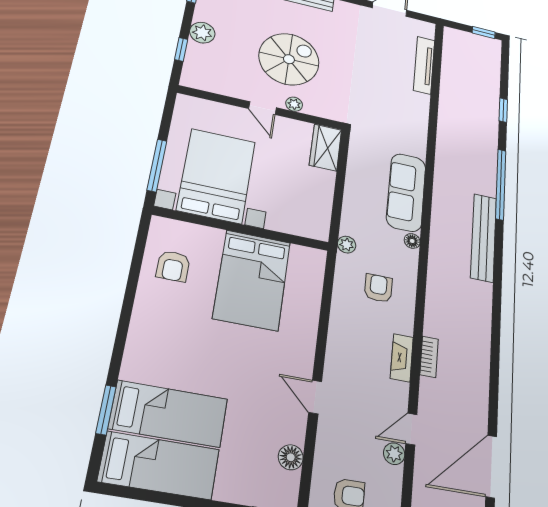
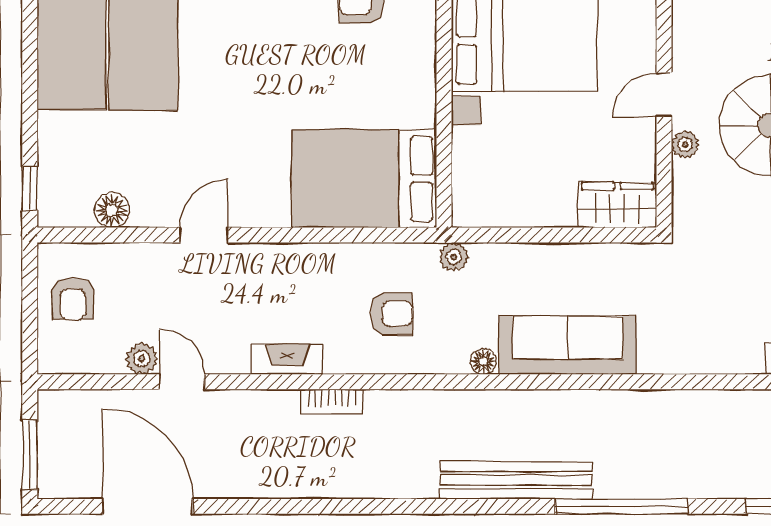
bed: (252, 280) -> (364, 179), moved
bookcase: (429, 357) -> (332, 401), moved

